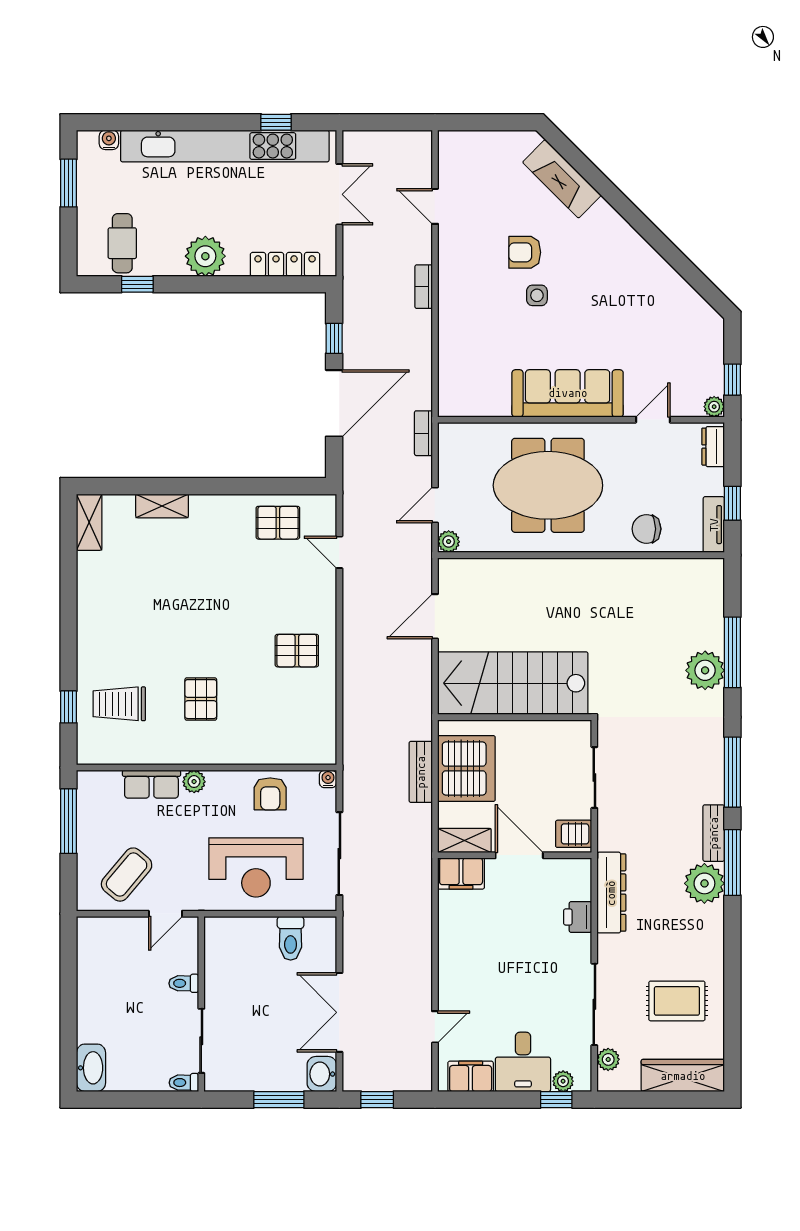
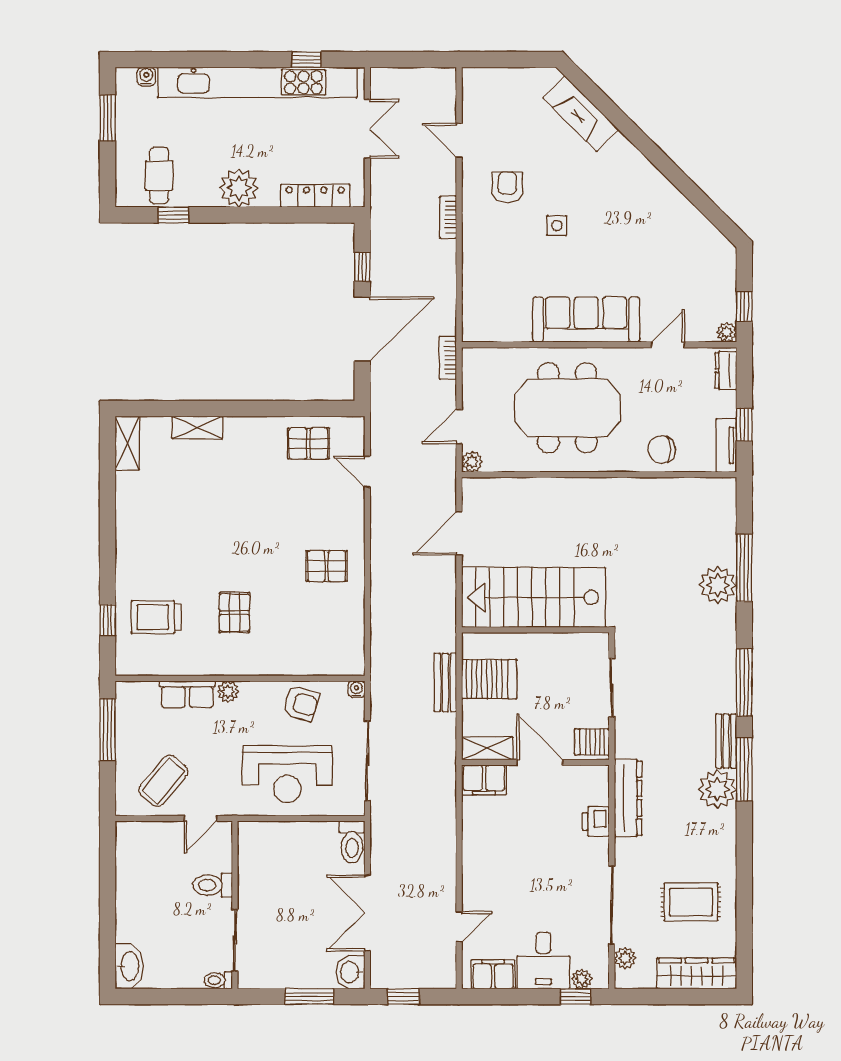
armchair: (525, 252) -> (507, 187), moved, turned 90
server rack: (466, 768) -> (489, 679), width x0.62
armchair: (270, 794) -> (301, 703), turned -74
toilet: (291, 938) -> (352, 842), moved
toilet: (184, 983) -> (213, 885), width x1.37, depth x1.39

